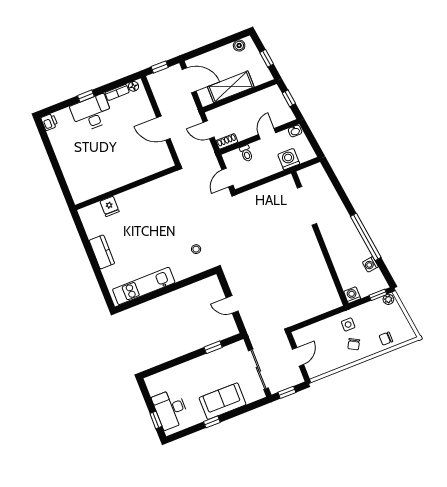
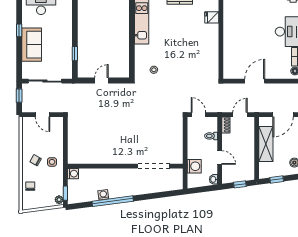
washing machine: (370, 264) -> (103, 195), moved

